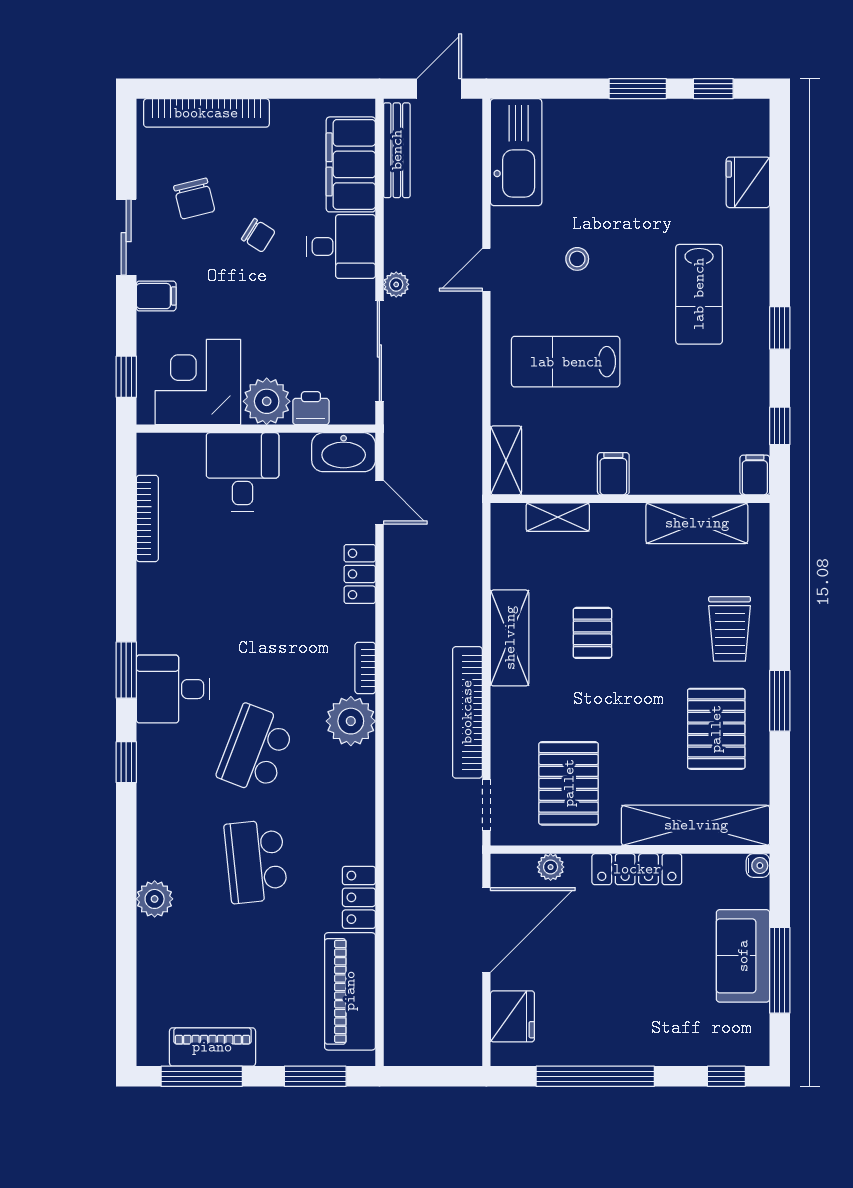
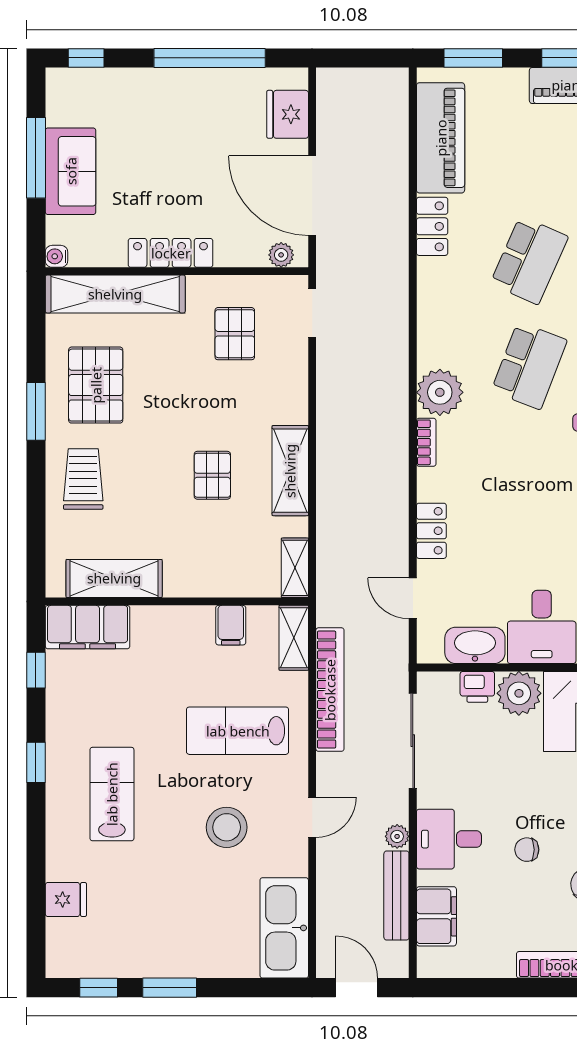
door: (439, 89) -> (357, 988), swing flipped
bench: (397, 150) -> (396, 896), moved
filing cabinet: (351, 164) -> (436, 916), width x0.67, depth x0.86
fridge: (748, 182) -> (66, 900), width x0.72
chair: (258, 235) -> (527, 850), turned -32
stool: (577, 259) -> (227, 827), width x1.89, depth x1.89
plant: (396, 284) -> (397, 836), moved
lab bench: (566, 362) -> (238, 731), turned 180
washbasin: (344, 452) -> (475, 645), moved
filing cabinet: (613, 474) -> (231, 625), moved
filing cabinet: (755, 475) -> (88, 627), width x3.00, depth x1.17
shelving: (558, 517) -> (295, 568), moved, turned 90
bookcase: (467, 712) -> (330, 690), moved
pallet: (569, 783) -> (235, 334), width x0.67, depth x0.71
school desk: (256, 861) -> (529, 260), turned 30
plant: (551, 867) -> (281, 255), moved
door: (486, 930) -> (312, 196), hinge flipped

